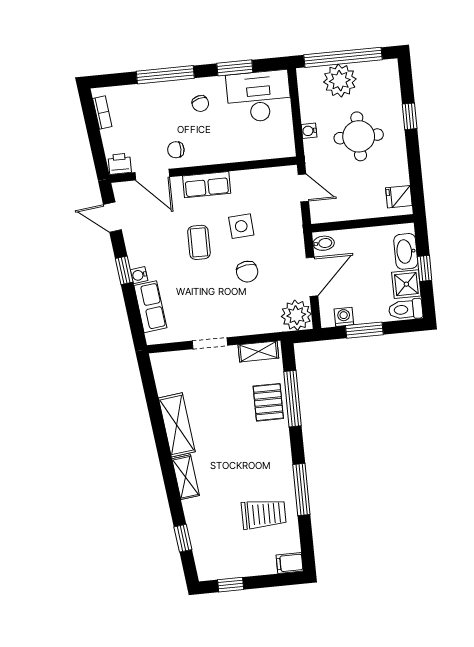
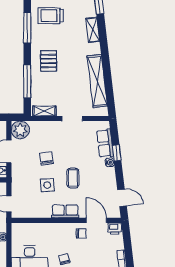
window: (124, 270) -> (117, 153), moved
pallet: (268, 402) -> (49, 61), moved
shelving: (177, 425) -> (97, 81), width x1.47
shelving: (186, 477) -> (93, 30), moved

